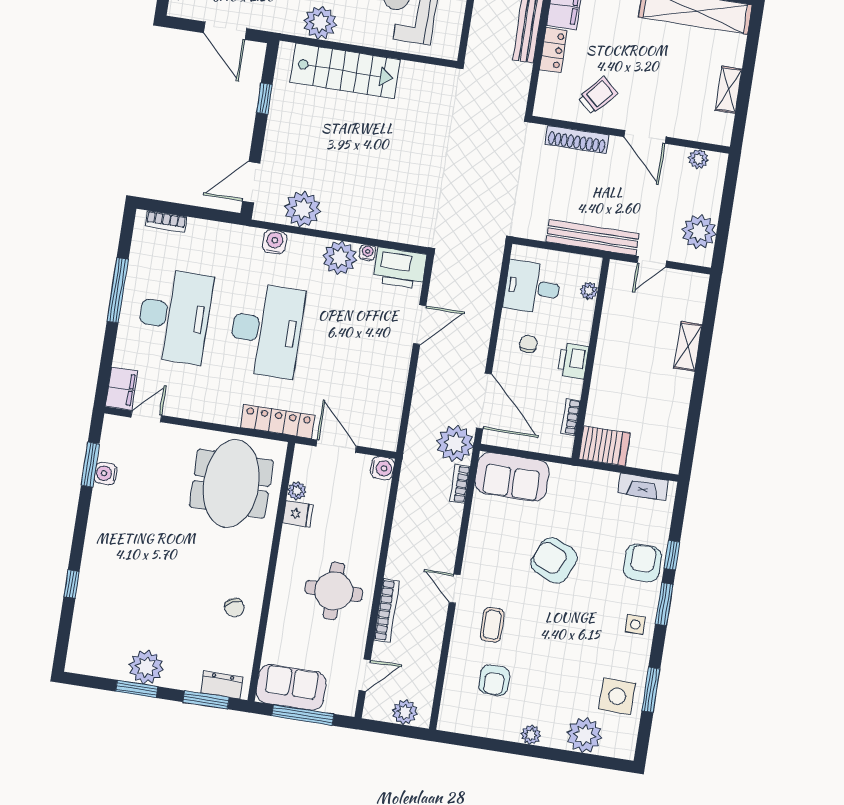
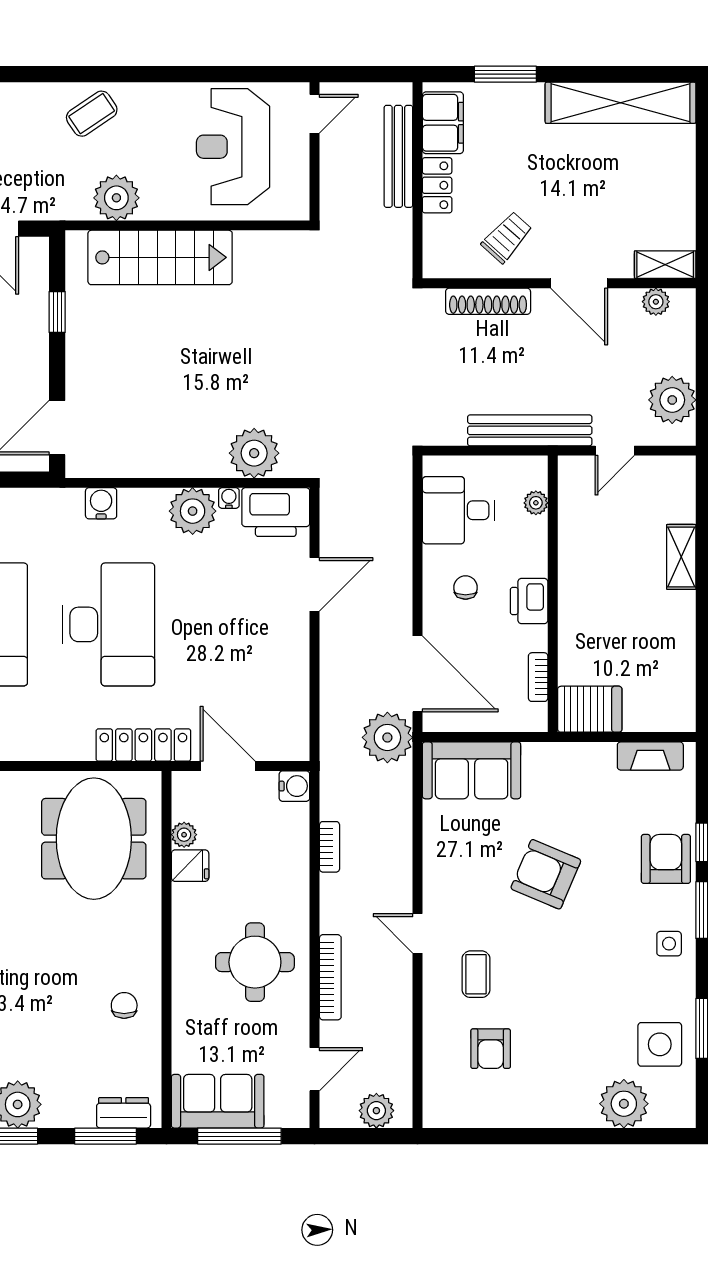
shelving: (729, 90) -> (665, 265), moved, turned 90
plant: (303, 209) -> (254, 453), moved
bookcase: (460, 484) -> (329, 847), moved, turned 180
chair: (234, 607) -> (124, 1005), turned -153
plant: (531, 735) -> (551, 1114), removed

